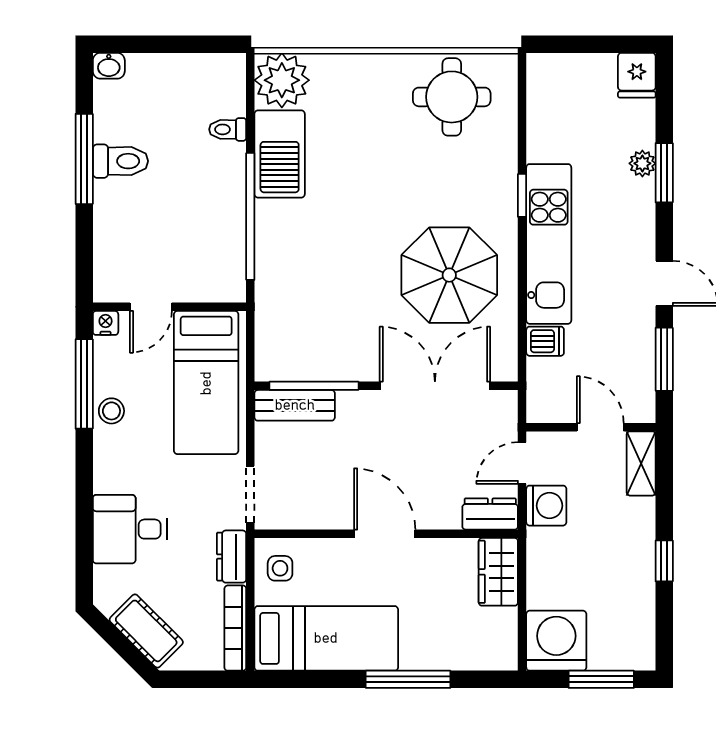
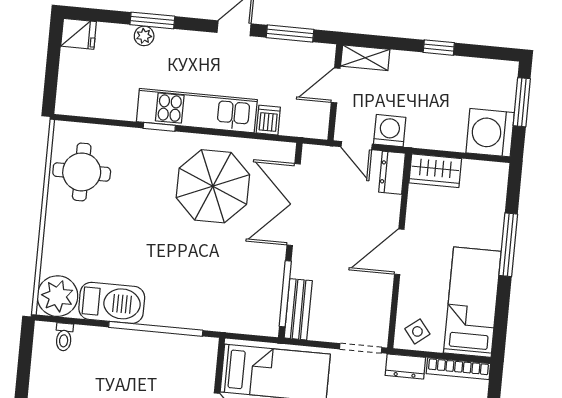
toilet: (228, 129) -> (64, 337), moved
side table: (280, 568) -> (417, 331), turned -38

